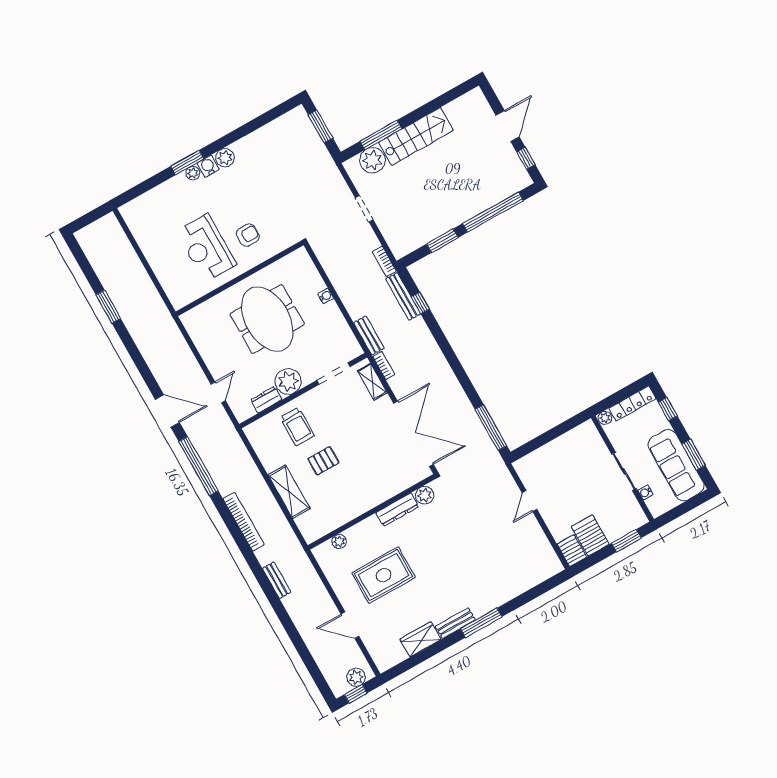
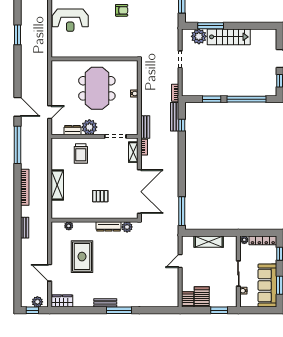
armchair: (248, 235) -> (122, 10), moved
reception desk: (206, 248) -> (70, 20), moved, turned -90
shelving: (555, 450) -> (209, 242), added
pallet: (323, 461) -> (100, 196), moved
rug: (384, 575) -> (82, 257), turned 90
wardrobe: (421, 639) -> (62, 301), moved

